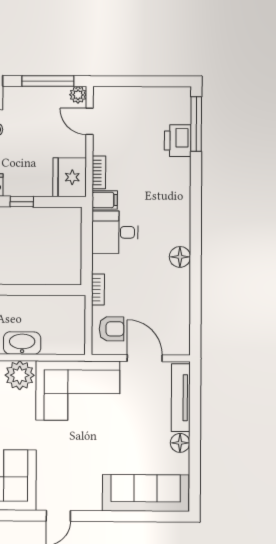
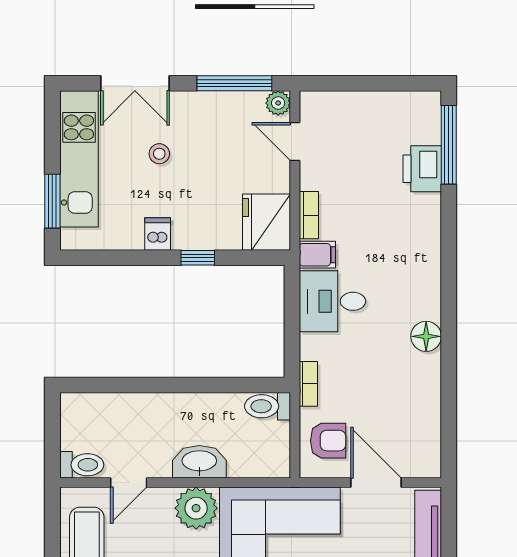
toilet: (70, 305) -> (268, 406), added

